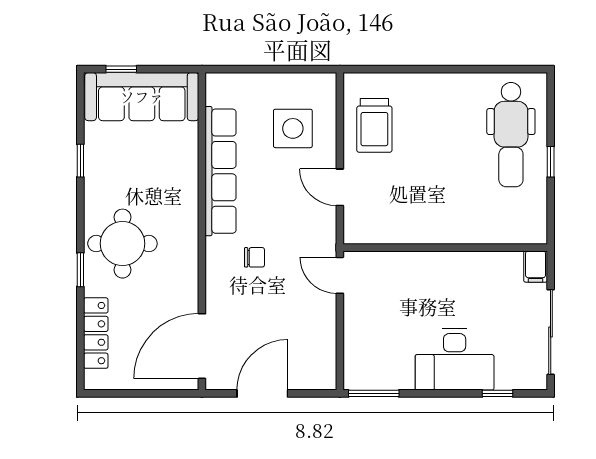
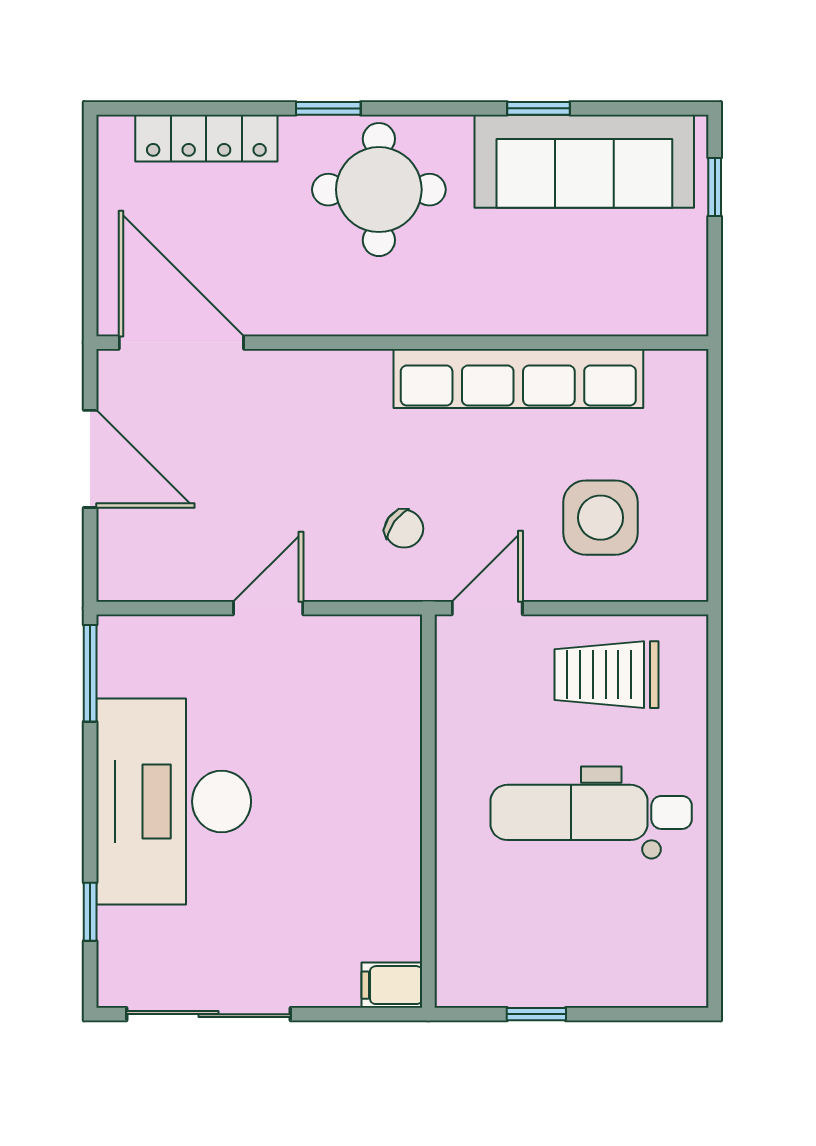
sofa: (142, 97) -> (584, 161), moved, turned -90
dental chair: (511, 135) -> (591, 812), moved
wall: (445, 248) -> (428, 811), moved
chair: (254, 257) -> (404, 529), moved, turned -54
filing cabinet: (536, 267) -> (392, 985), moved
door: (340, 275) -> (268, 608), moved
desk: (455, 359) -> (174, 801), width x1.36, depth x1.30

